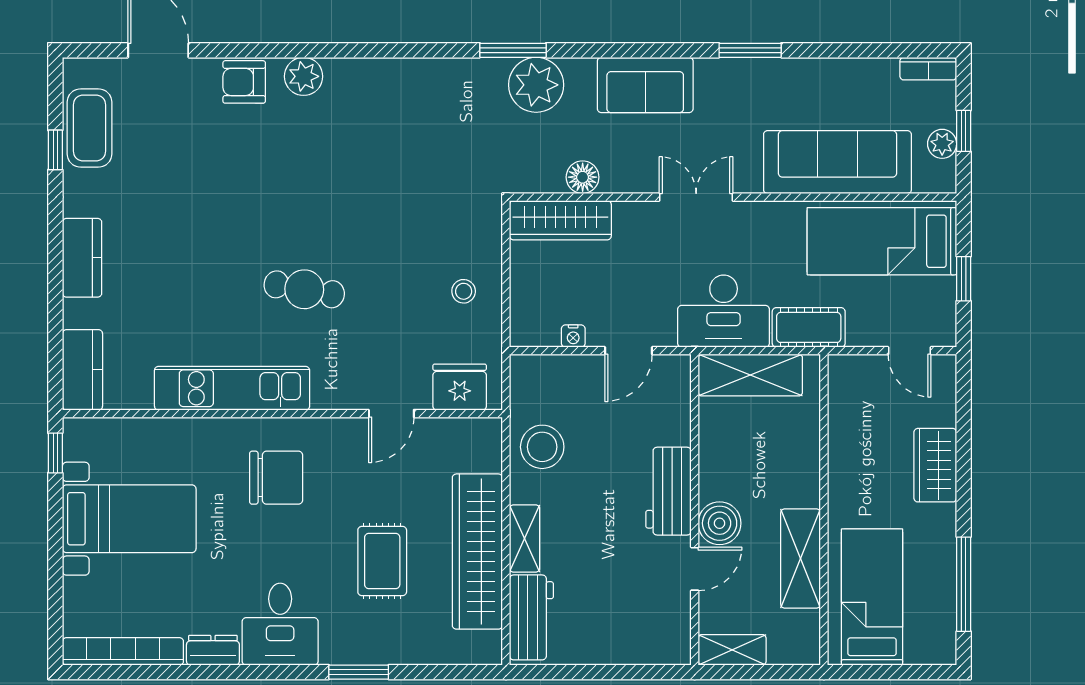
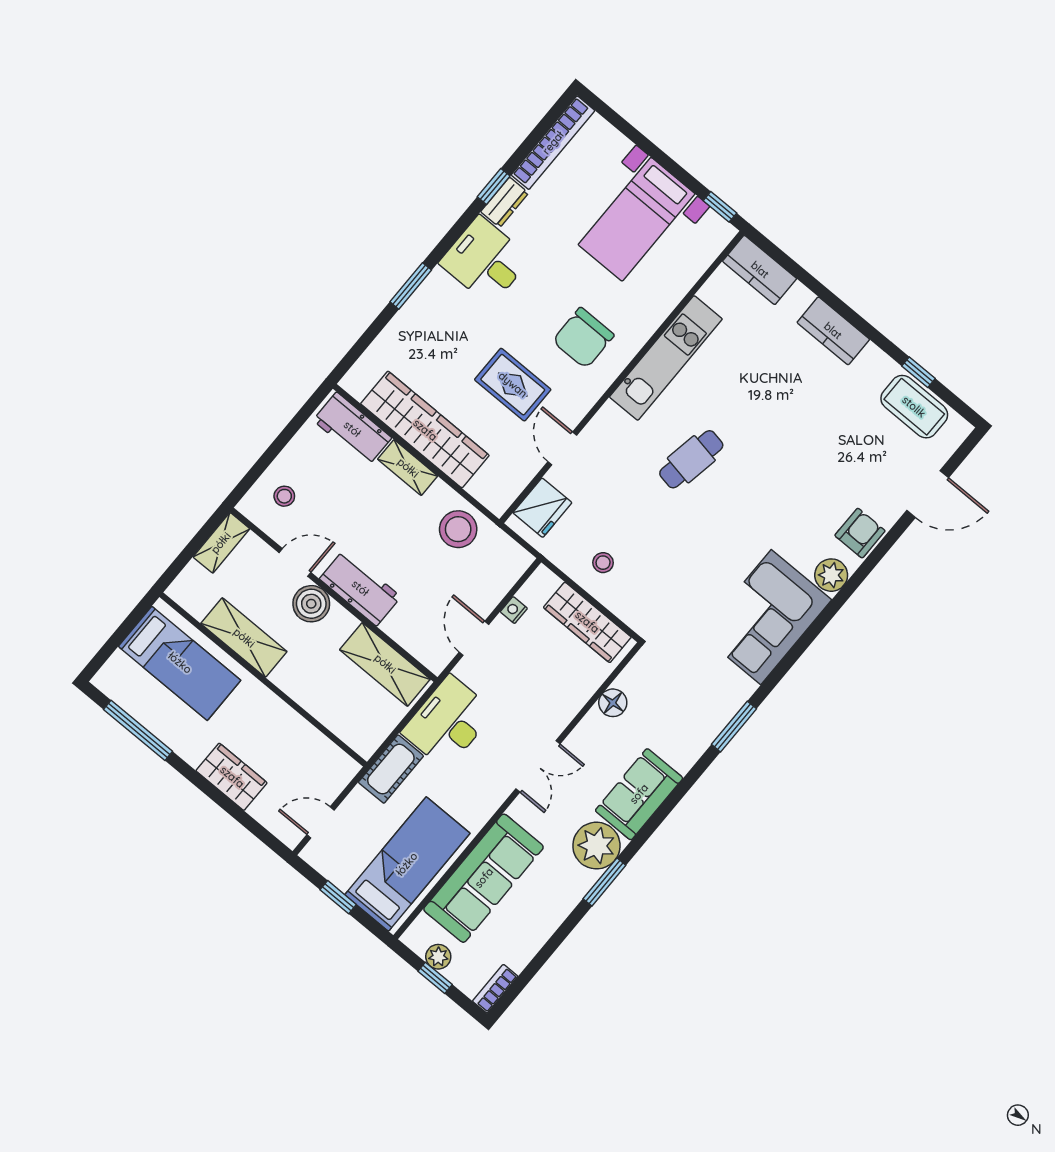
plant: (536, 85) -> (596, 846), moved
corner sofa: (390, 104) -> (766, 617), added
wardrobe: (560, 220) -> (587, 622), moved, turned -90
shelving: (750, 375) -> (385, 664), moved, turned 90
rug: (382, 561) -> (513, 385), moved
door: (695, 569) -> (295, 562), swing flipped
stool: (643, 628) -> (284, 496), added
window: (207, 672) -> (494, 186), added

